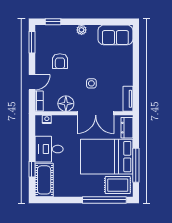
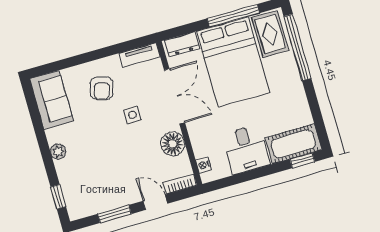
window: (32, 42) -> (115, 214), moved
armchair: (60, 61) -> (102, 88), moved, turned 105
window: (32, 169) -> (302, 160), moved

